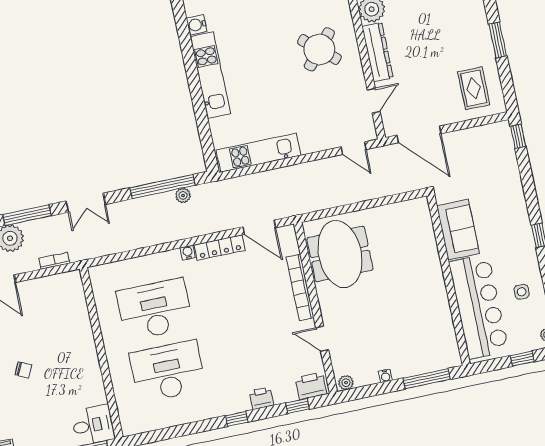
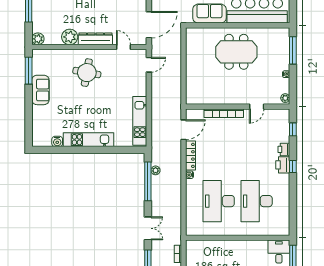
round table: (319, 49) -> (87, 73), turned -31
meeting table: (340, 254) -> (236, 52), moved
printer: (311, 386) -> (283, 165), moved

